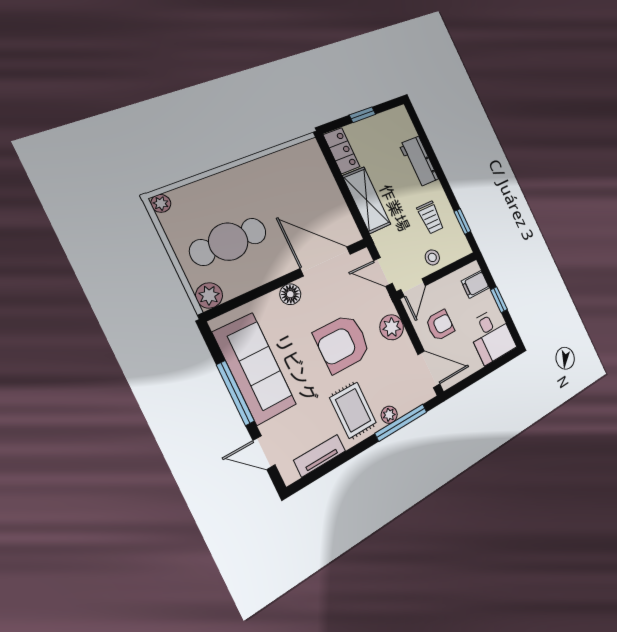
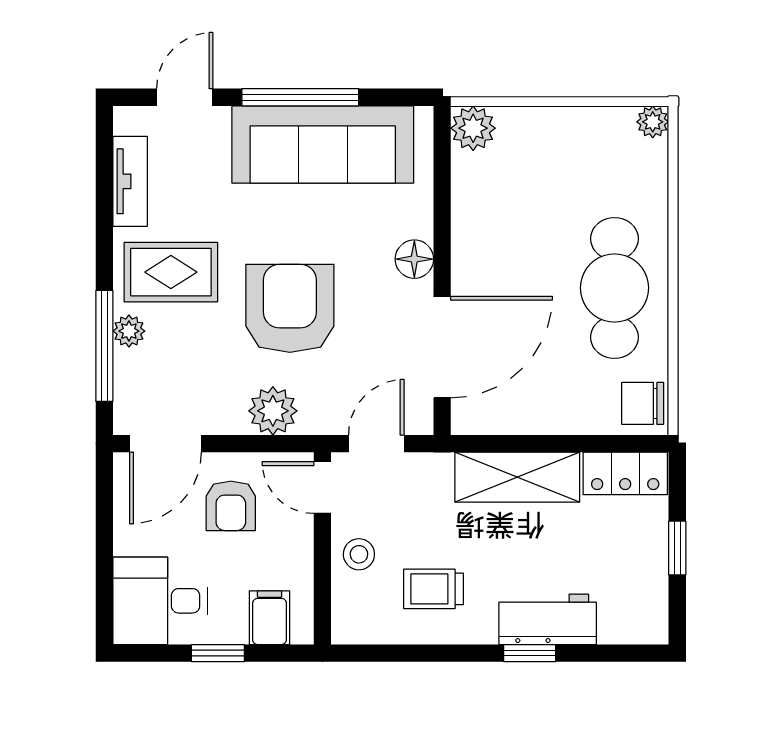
chair: (306, 155) -> (643, 403), added
window: (462, 221) -> (530, 653), moved
cafe table: (228, 242) -> (614, 288), moved

